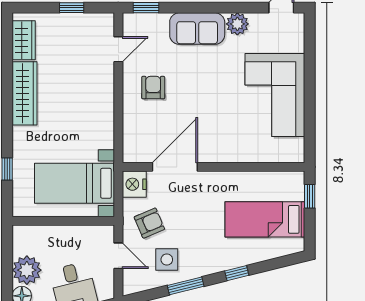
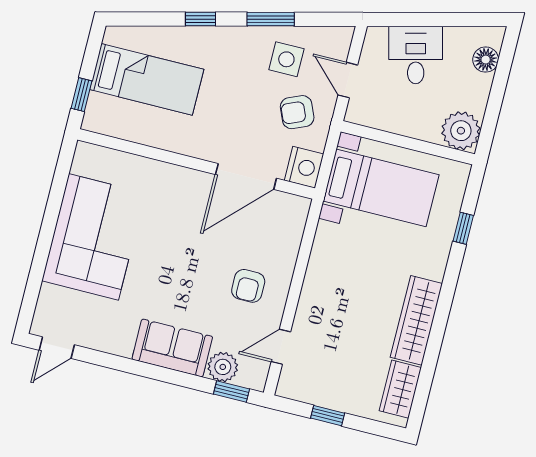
plant: (237, 24) -> (223, 367), moved
plant: (27, 270) -> (461, 131), moved

